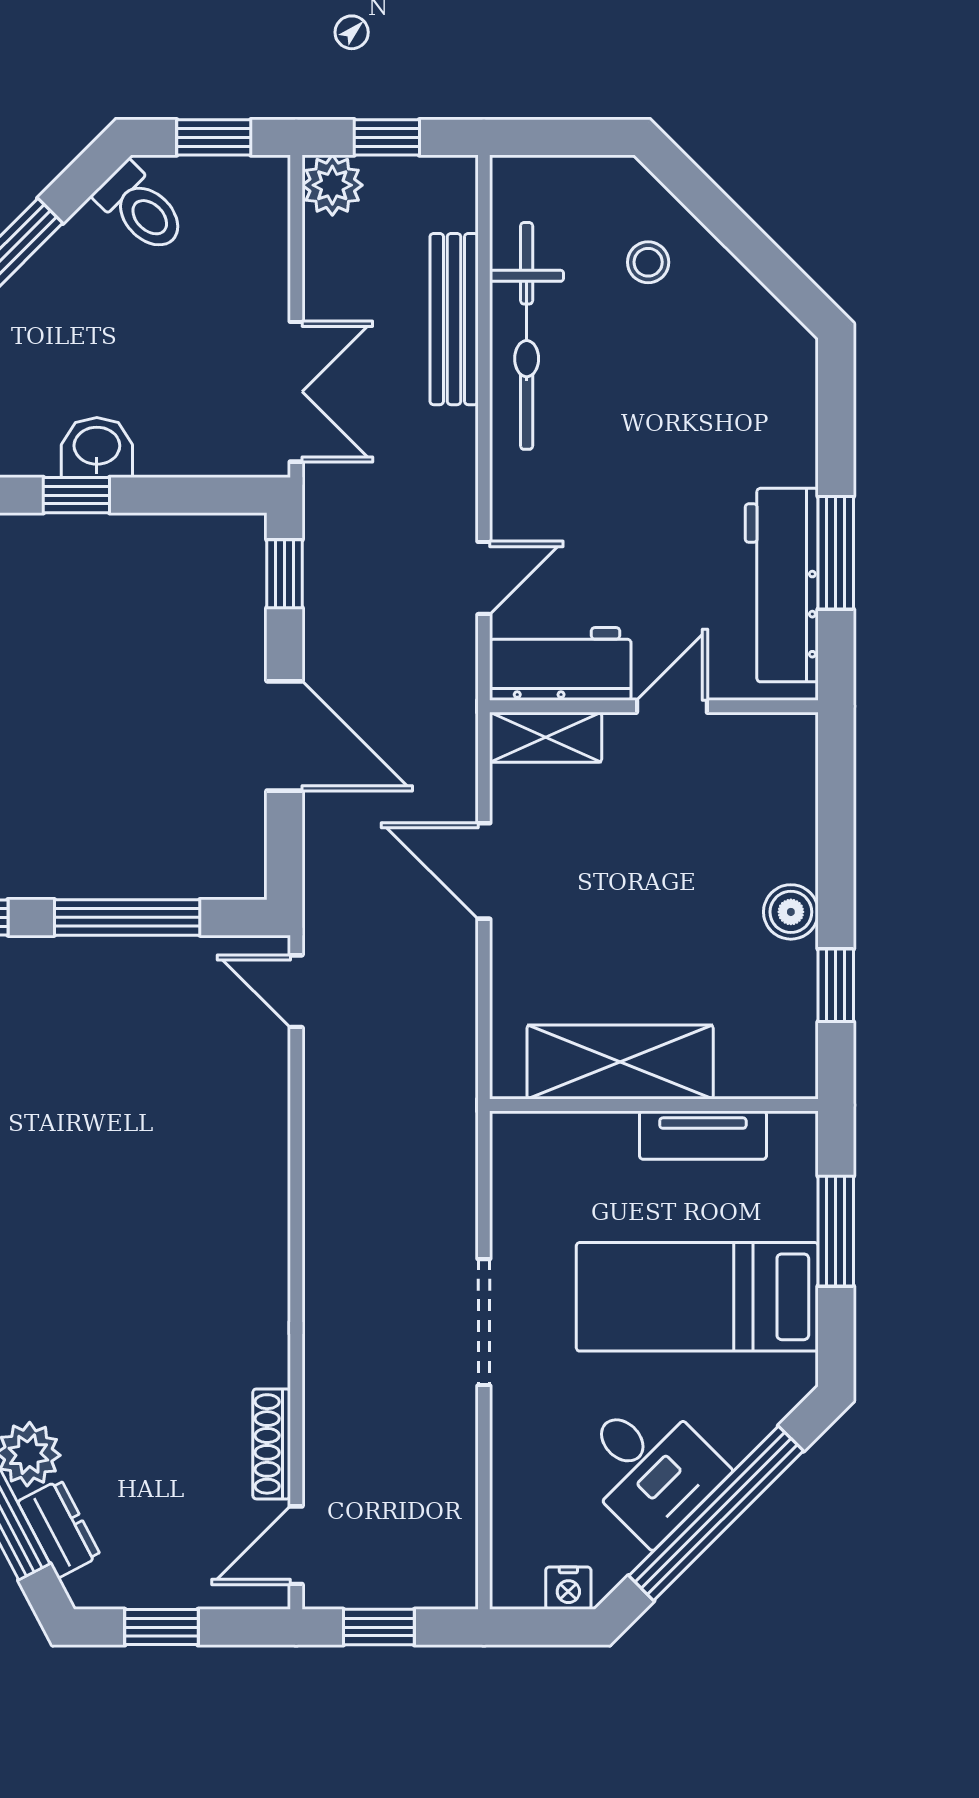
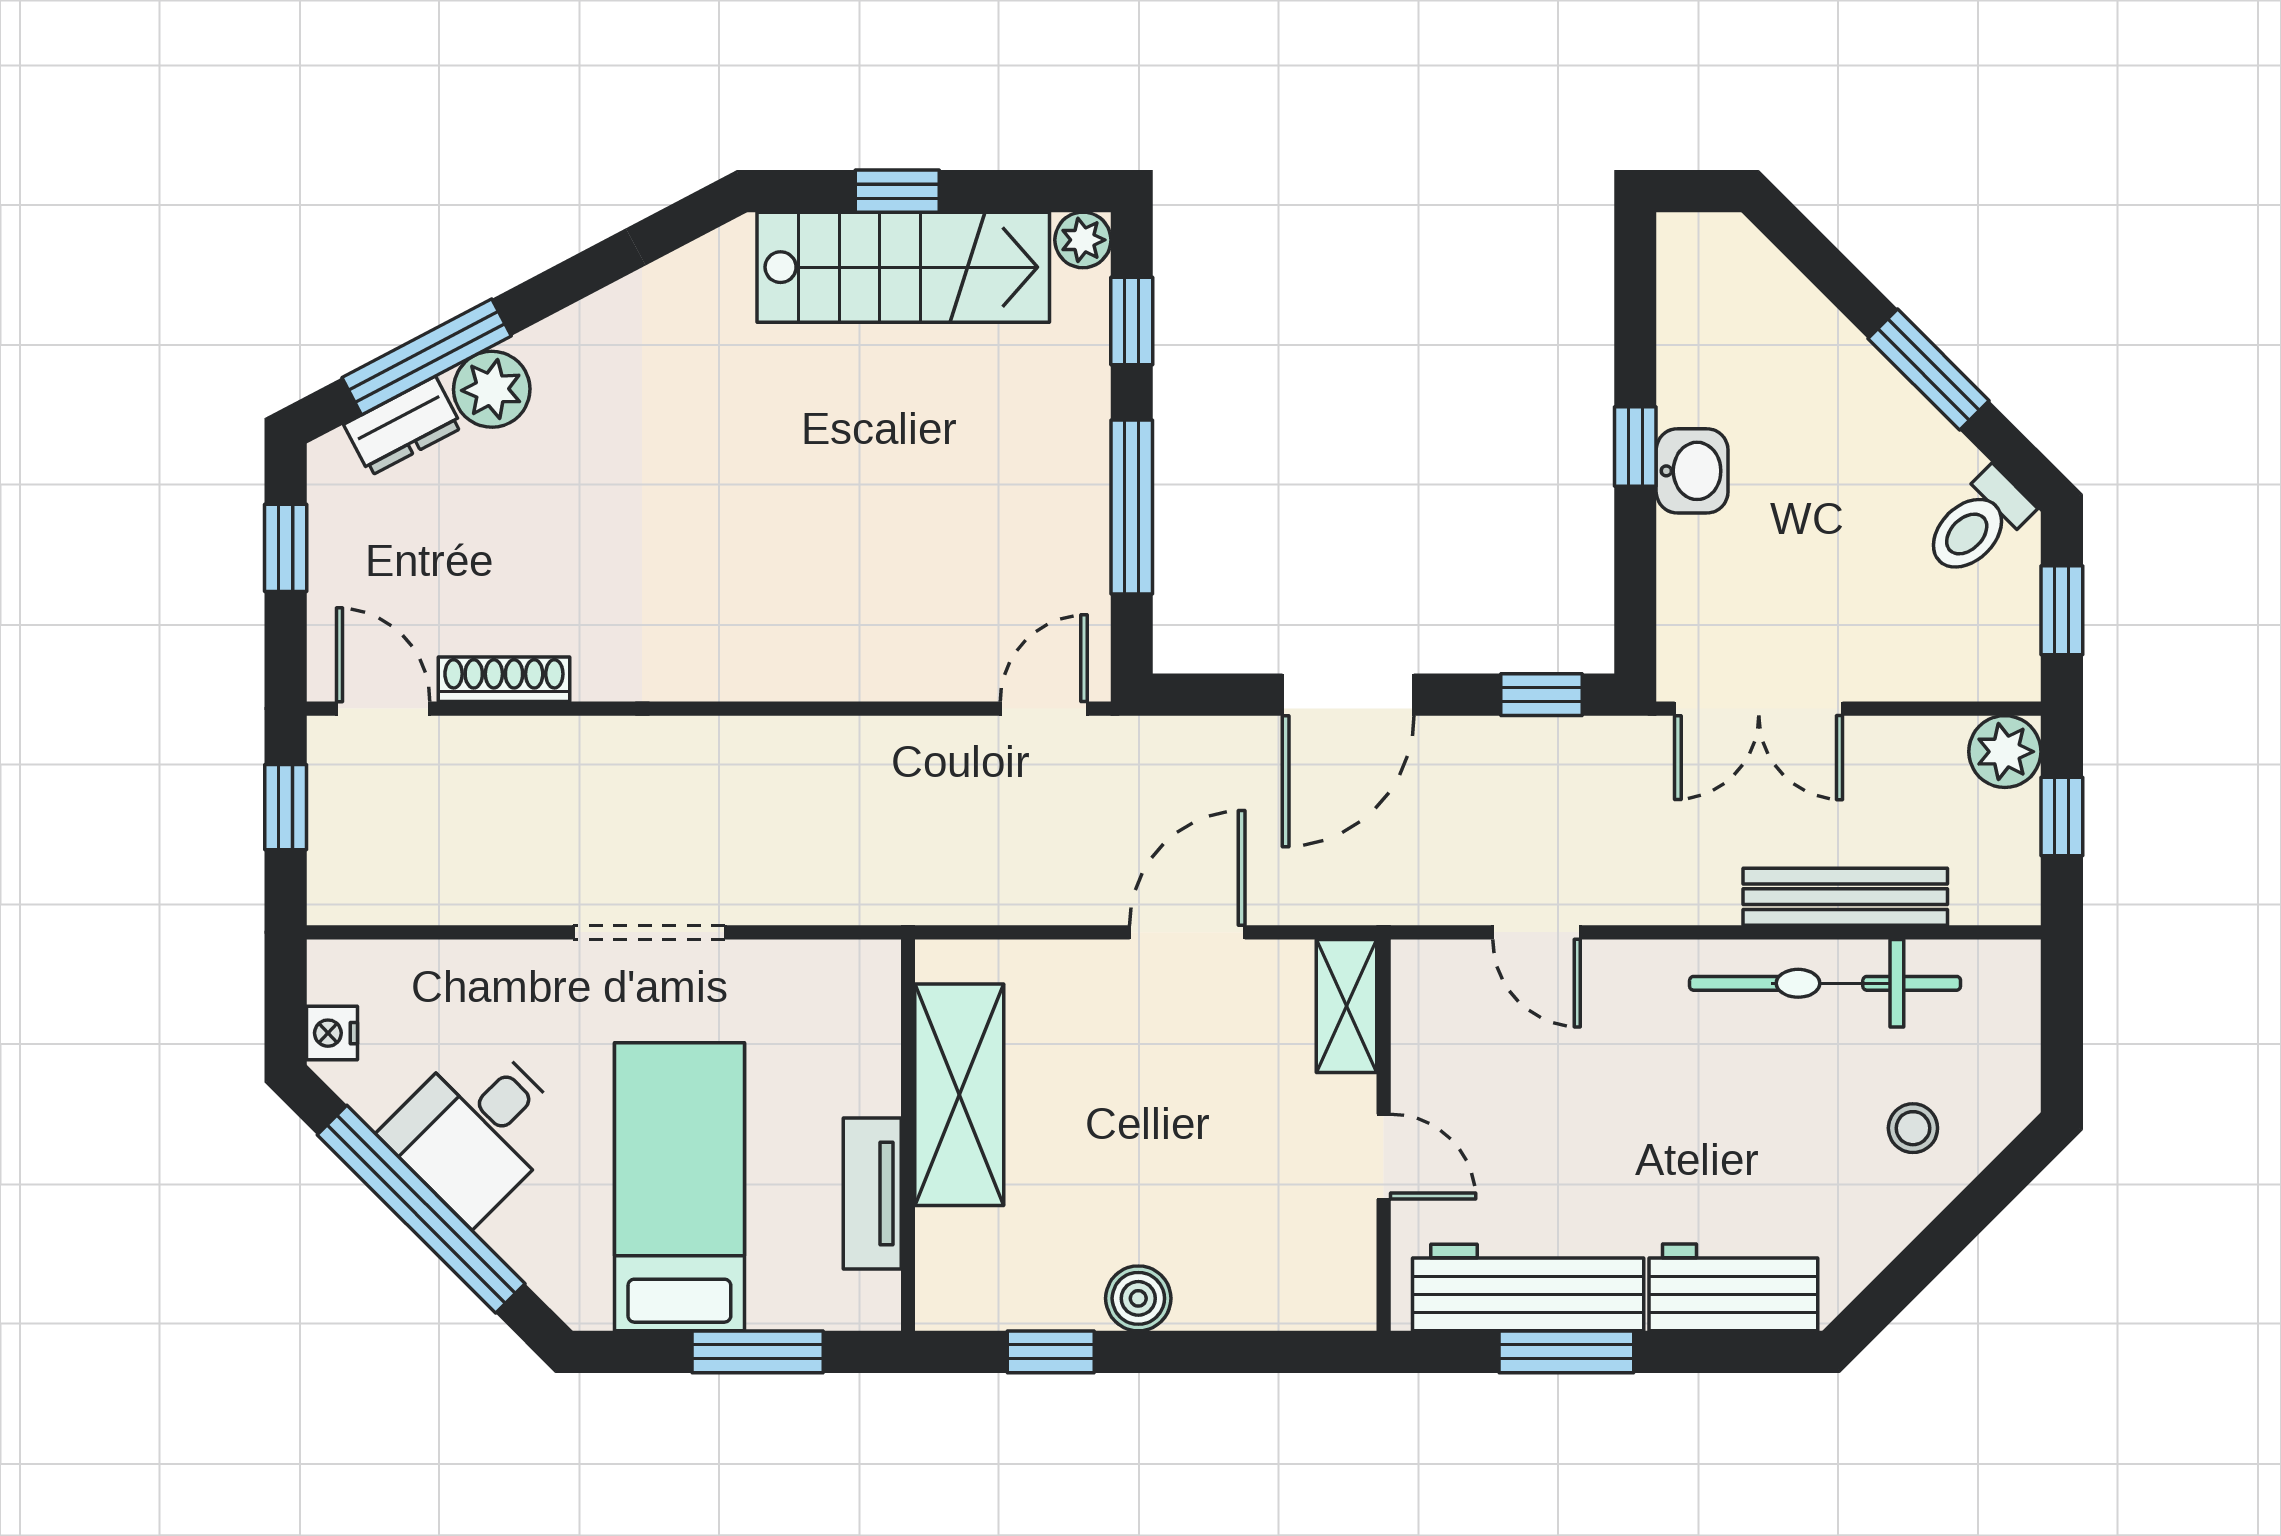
workbench: (560, 664) -> (1733, 1287), moved, turned -90

